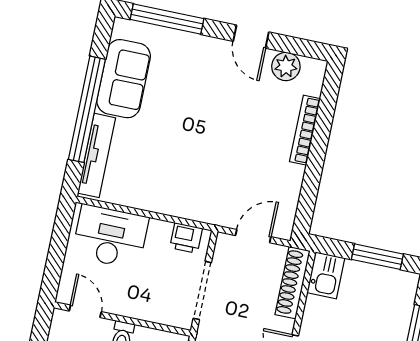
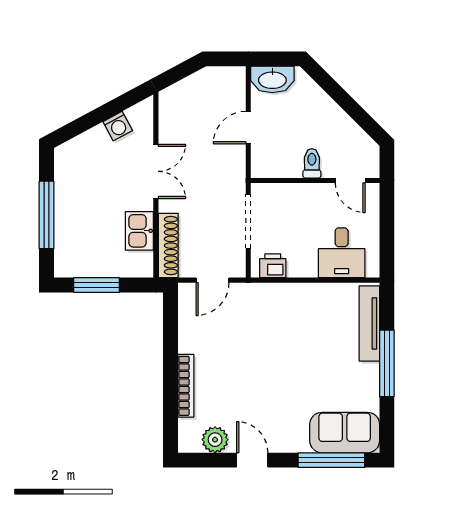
sofa: (124, 79) -> (345, 433), moved, turned 90
window: (87, 109) -> (387, 363), width x0.68
desk: (110, 237) -> (342, 253), width x0.73
kitchen sink: (326, 275) -> (139, 231), moved

